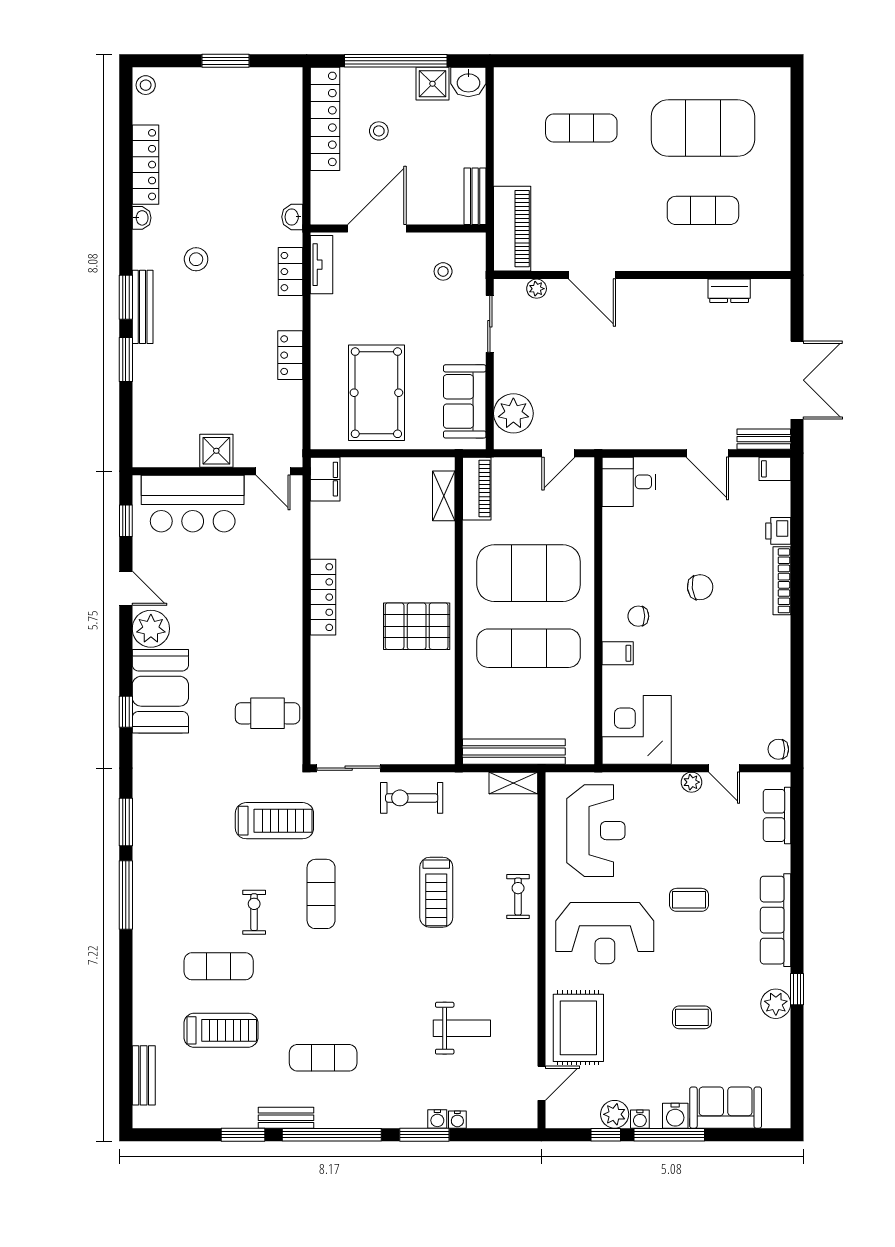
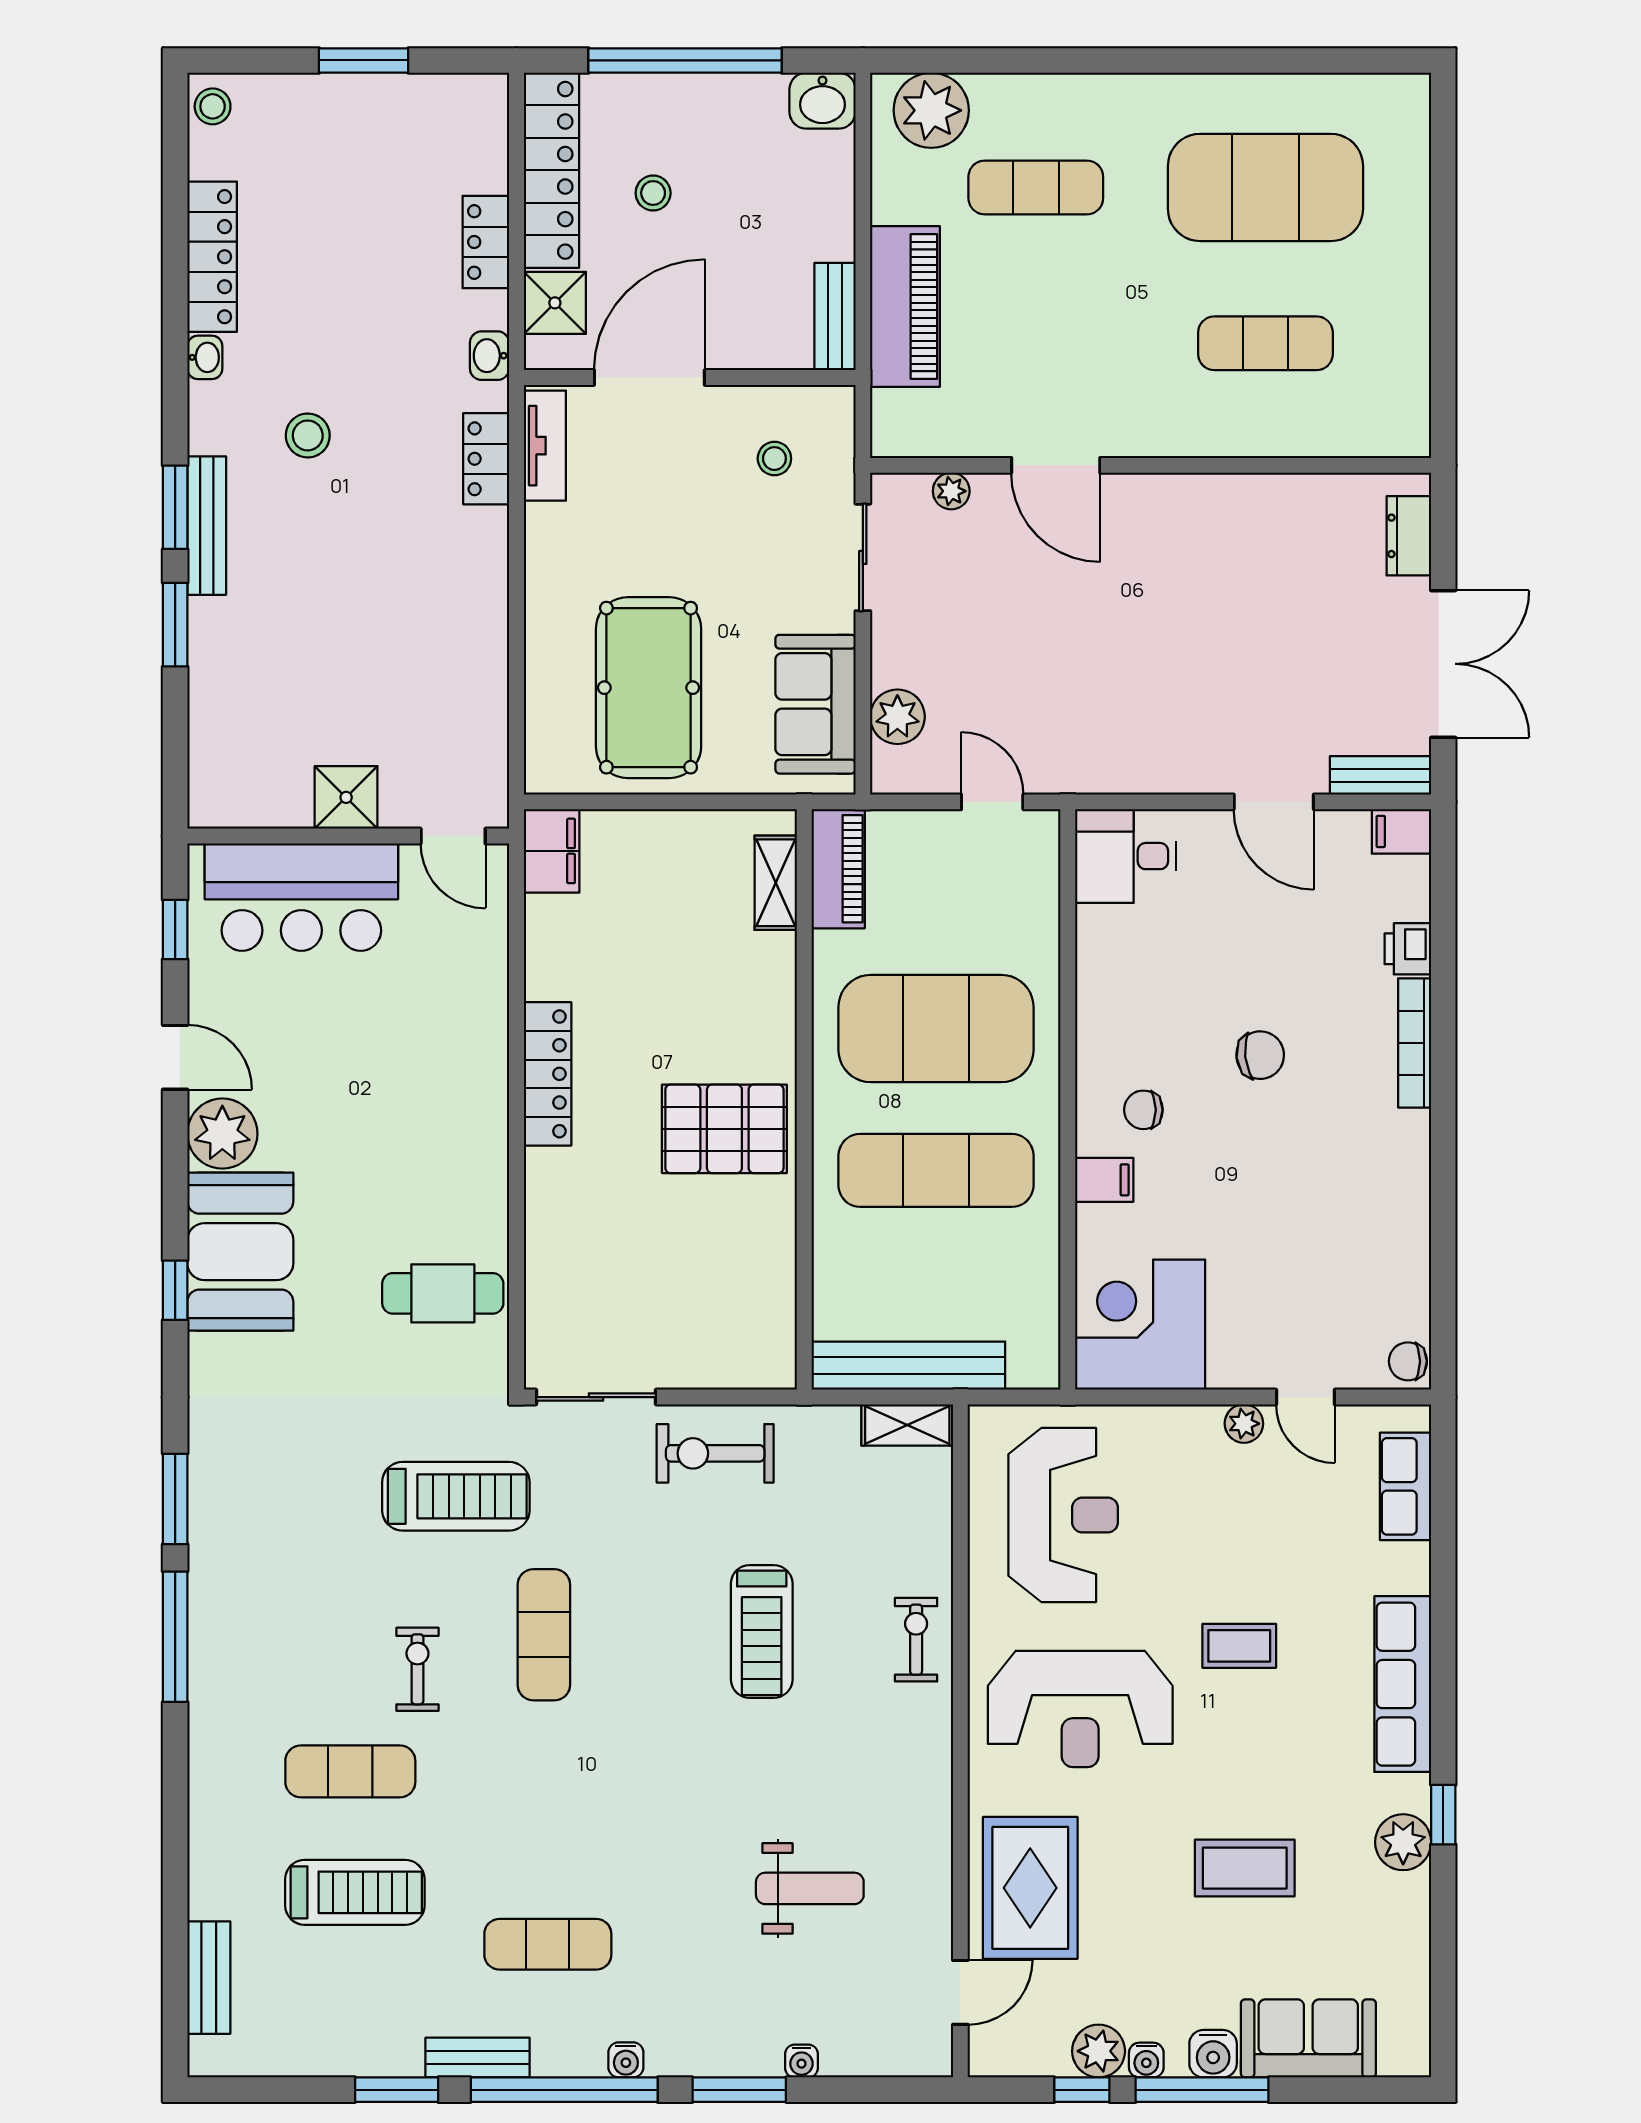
shower: (432, 84) -> (555, 303), moved
plant: (526, 87) -> (931, 110), added
piano: (512, 229) -> (905, 306), moved
dresser: (729, 291) -> (1409, 536), moved, turned 90
locker: (290, 355) -> (486, 242), moved
plant: (513, 413) -> (897, 717), width x0.73, depth x0.73
door: (558, 453) -> (992, 802), swing flipped
coffee table: (692, 1017) -> (1245, 1868), width x1.36, depth x1.30
water cooler: (437, 1119) -> (626, 2060), moved

